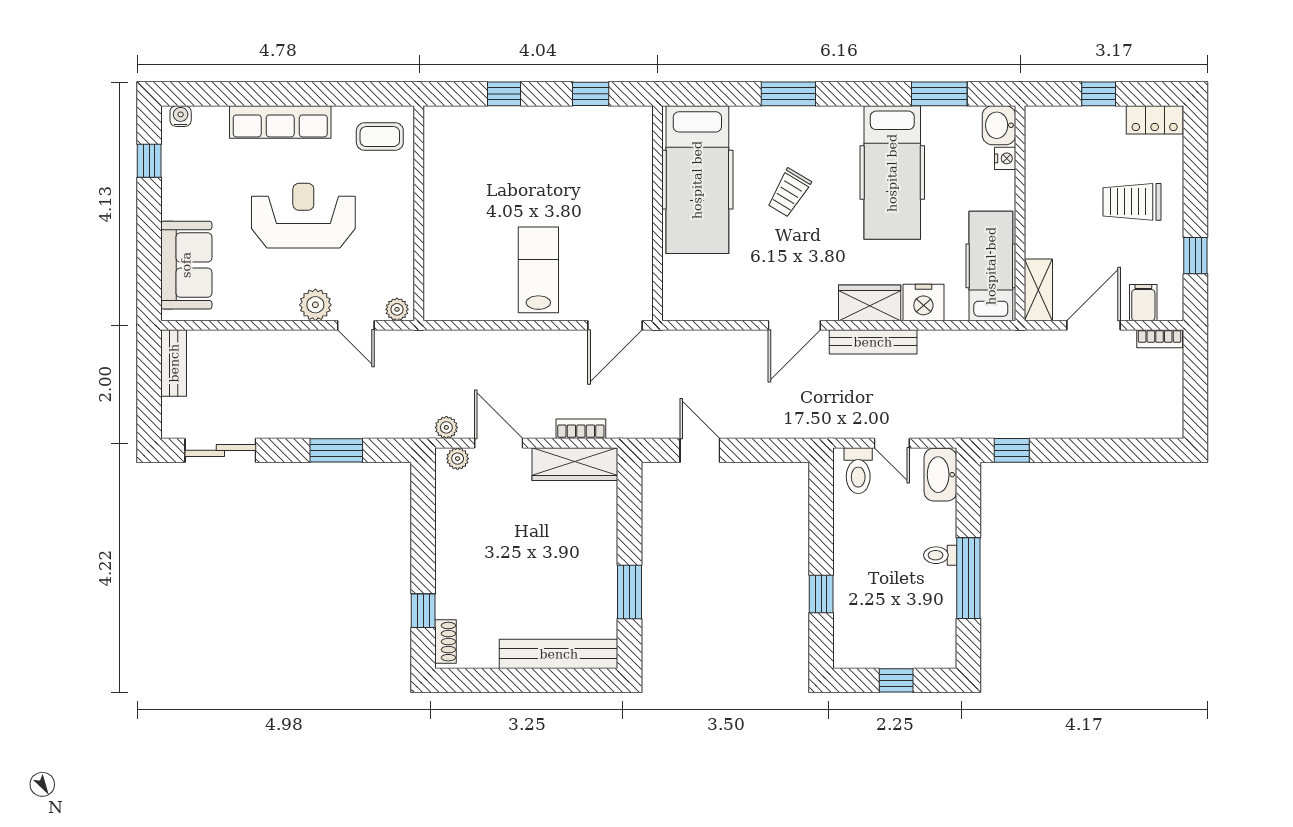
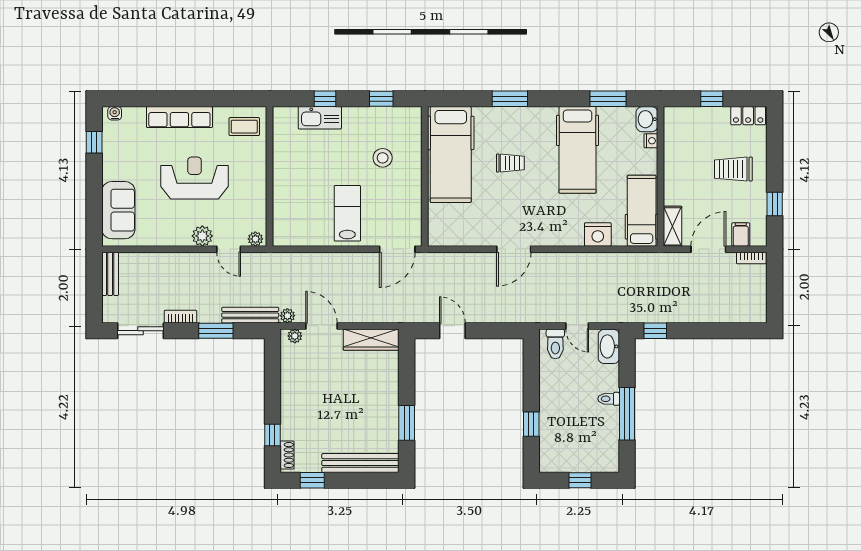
kitchen sink: (496, 123) -> (320, 118), added
stool: (593, 185) -> (383, 158), added
trolley: (789, 193) -> (510, 163), turned -121
wardrobe: (870, 303) -> (563, 235), removed
bench: (873, 342) -> (250, 315), moved
bookcase: (581, 429) -> (180, 317), moved
window: (484, 680) -> (312, 480), added

